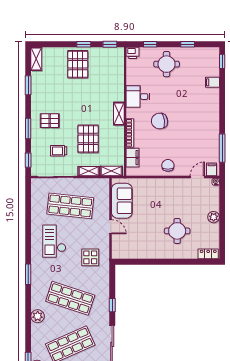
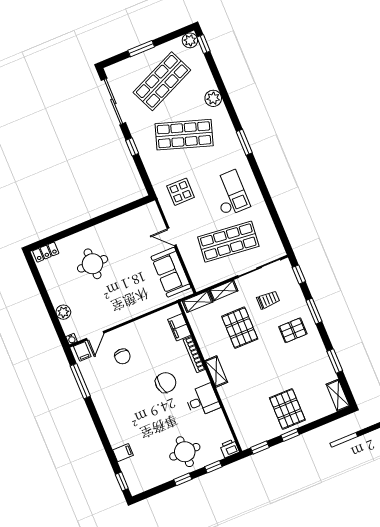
window: (188, 44) -> (183, 479), moved
chair: (168, 165) -> (122, 356), moved
plant: (214, 217) -> (63, 312), moved

